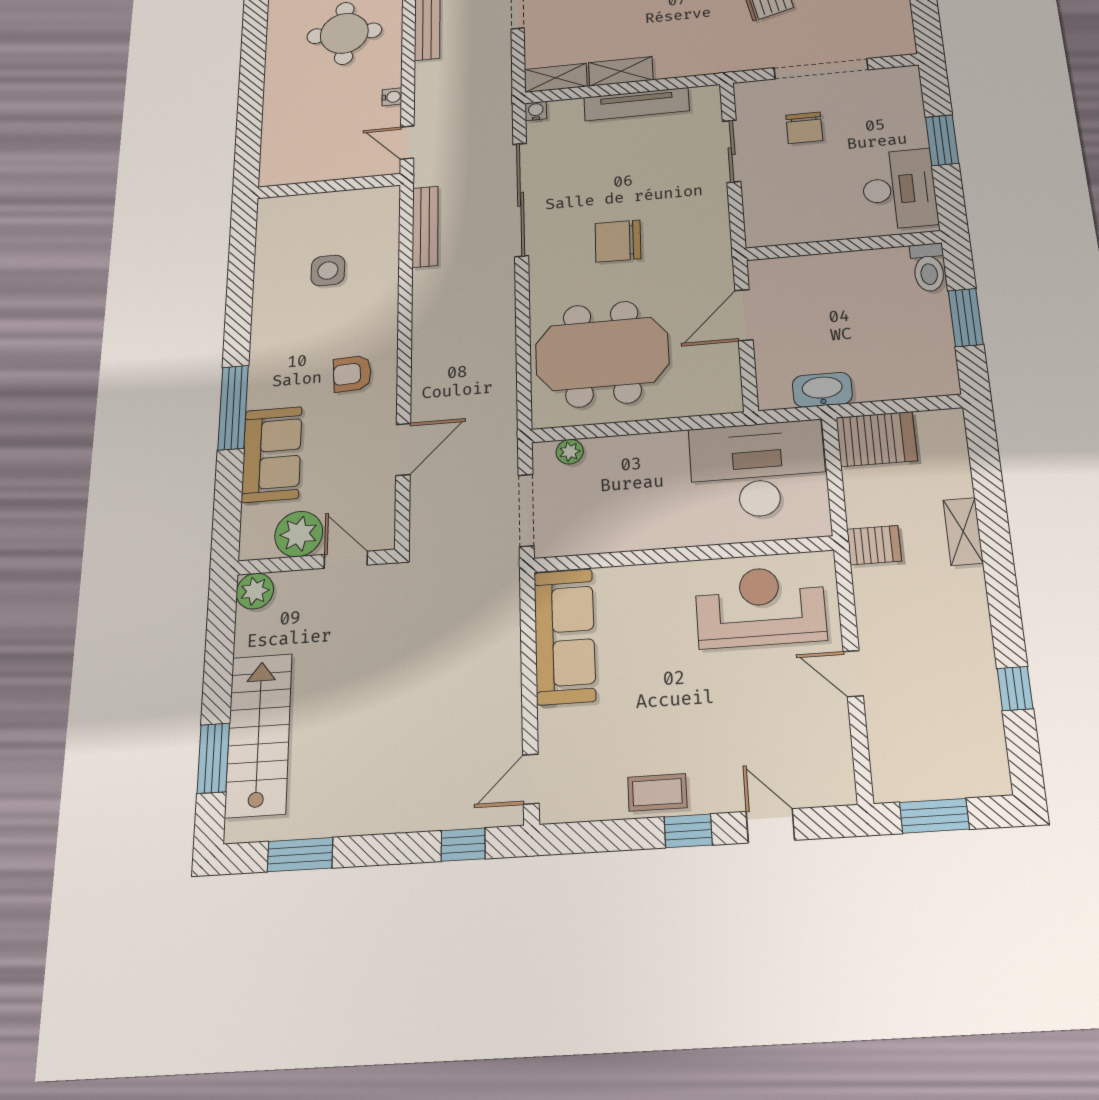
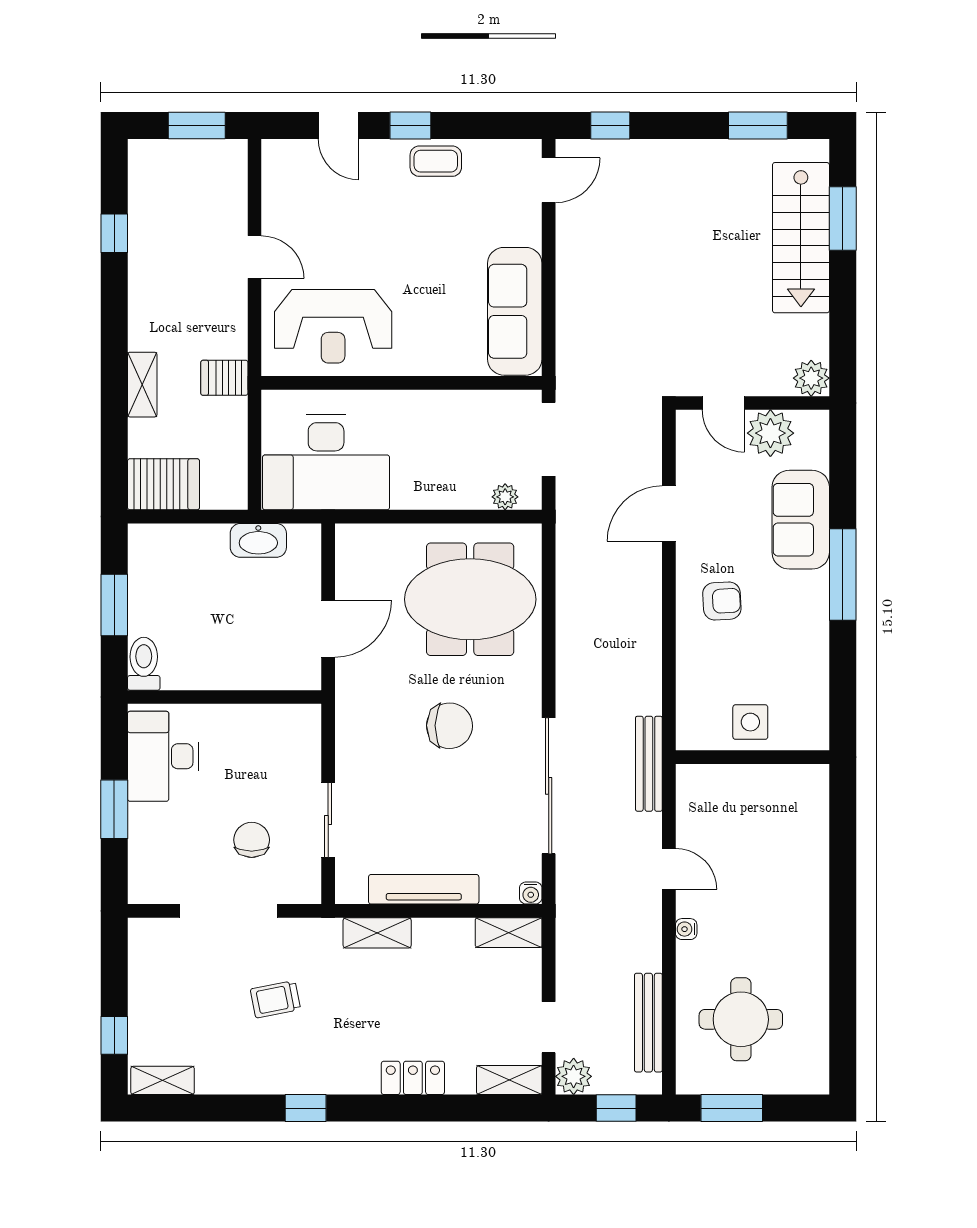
shelving: (621, 71) -> (377, 933), moved
wall: (329, 186) -> (752, 757), moved
server rack: (876, 439) -> (163, 484), moved, turned 180

